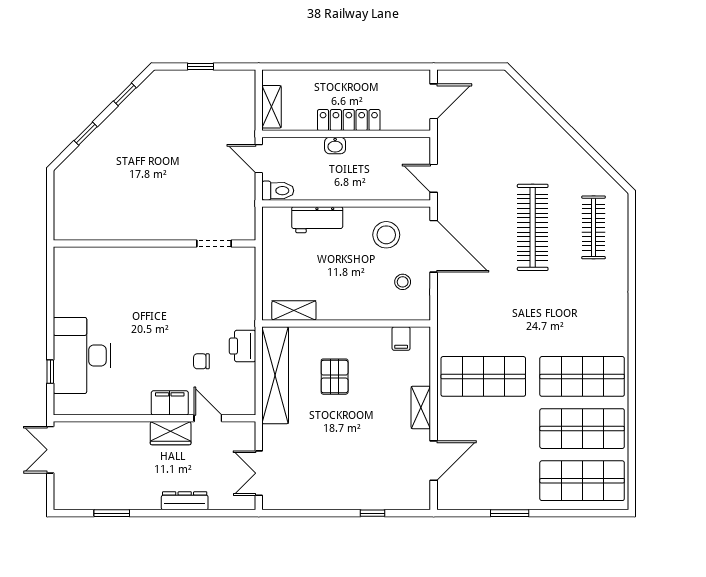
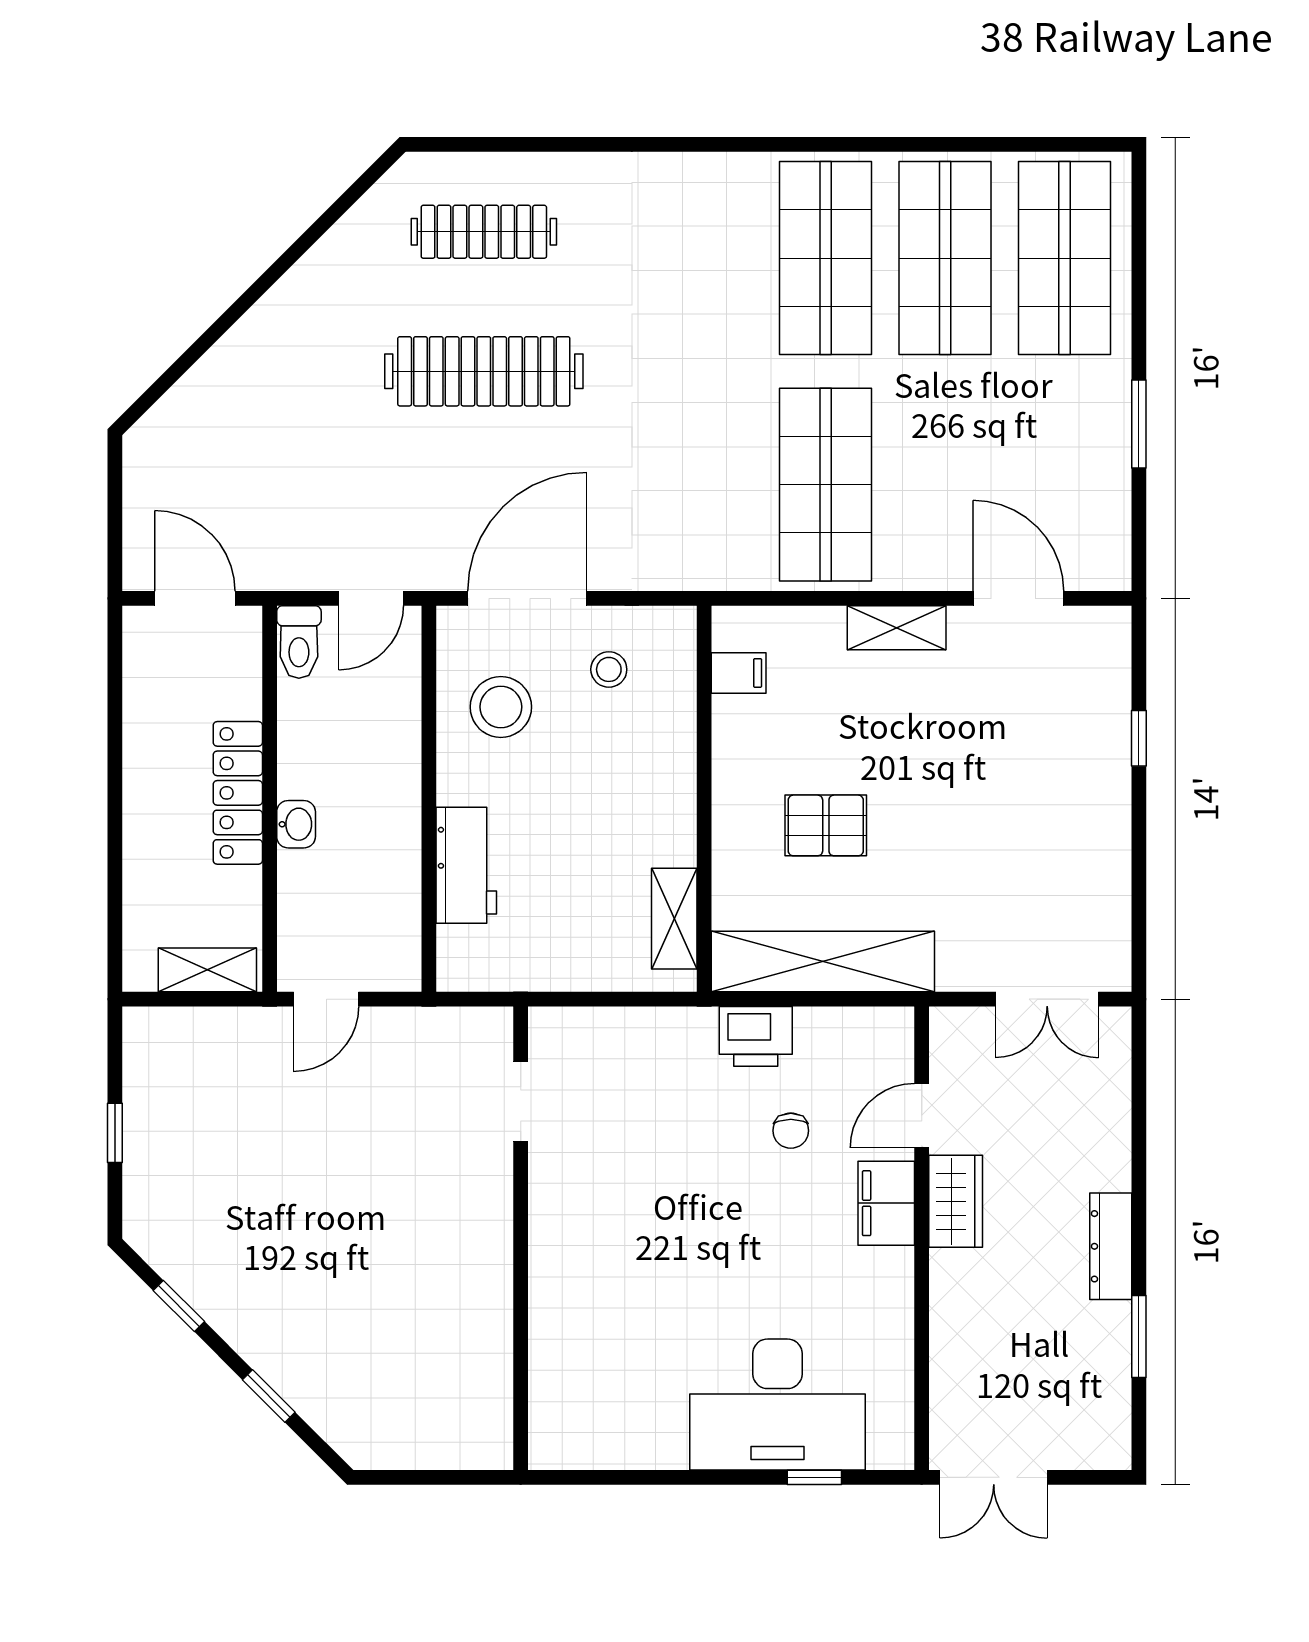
toilet: (278, 191) -> (299, 642), moved, turned 180
dresser: (185, 501) -> (1111, 1246), moved

